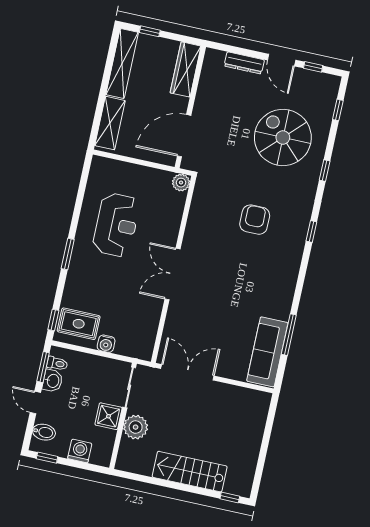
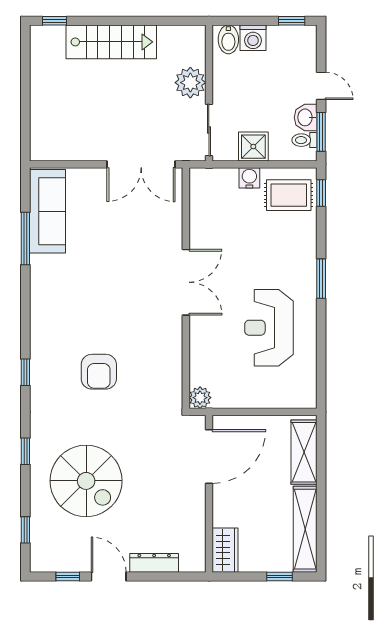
wardrobe: (186, 69) -> (225, 550), width x0.67
shower: (108, 416) -> (253, 147), moved
bidet: (44, 432) -> (228, 39), moved, turned -90

